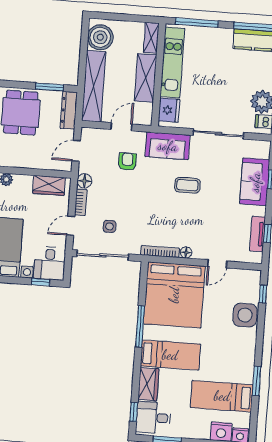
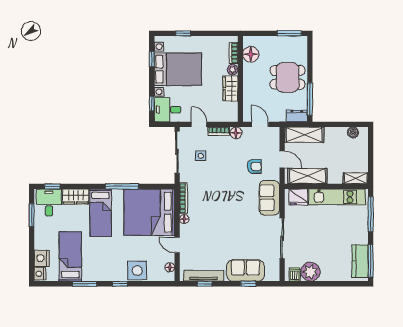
boiler: (100, 37) -> (353, 132), width x0.54, depth x0.54
shelving: (146, 78) -> (307, 176), moved
shelving: (94, 86) -> (304, 135), width x0.68
window: (50, 87) -> (310, 99), width x1.44
dresser: (69, 110) -> (297, 116), width x0.70
wardrobe: (49, 185) -> (230, 89), moved
coffee table: (187, 185) -> (239, 216), removed
tv unit: (258, 234) -> (204, 276), width x1.41
floor lamp: (244, 275) -> (170, 267), added
window: (263, 294) -> (120, 284), moved

